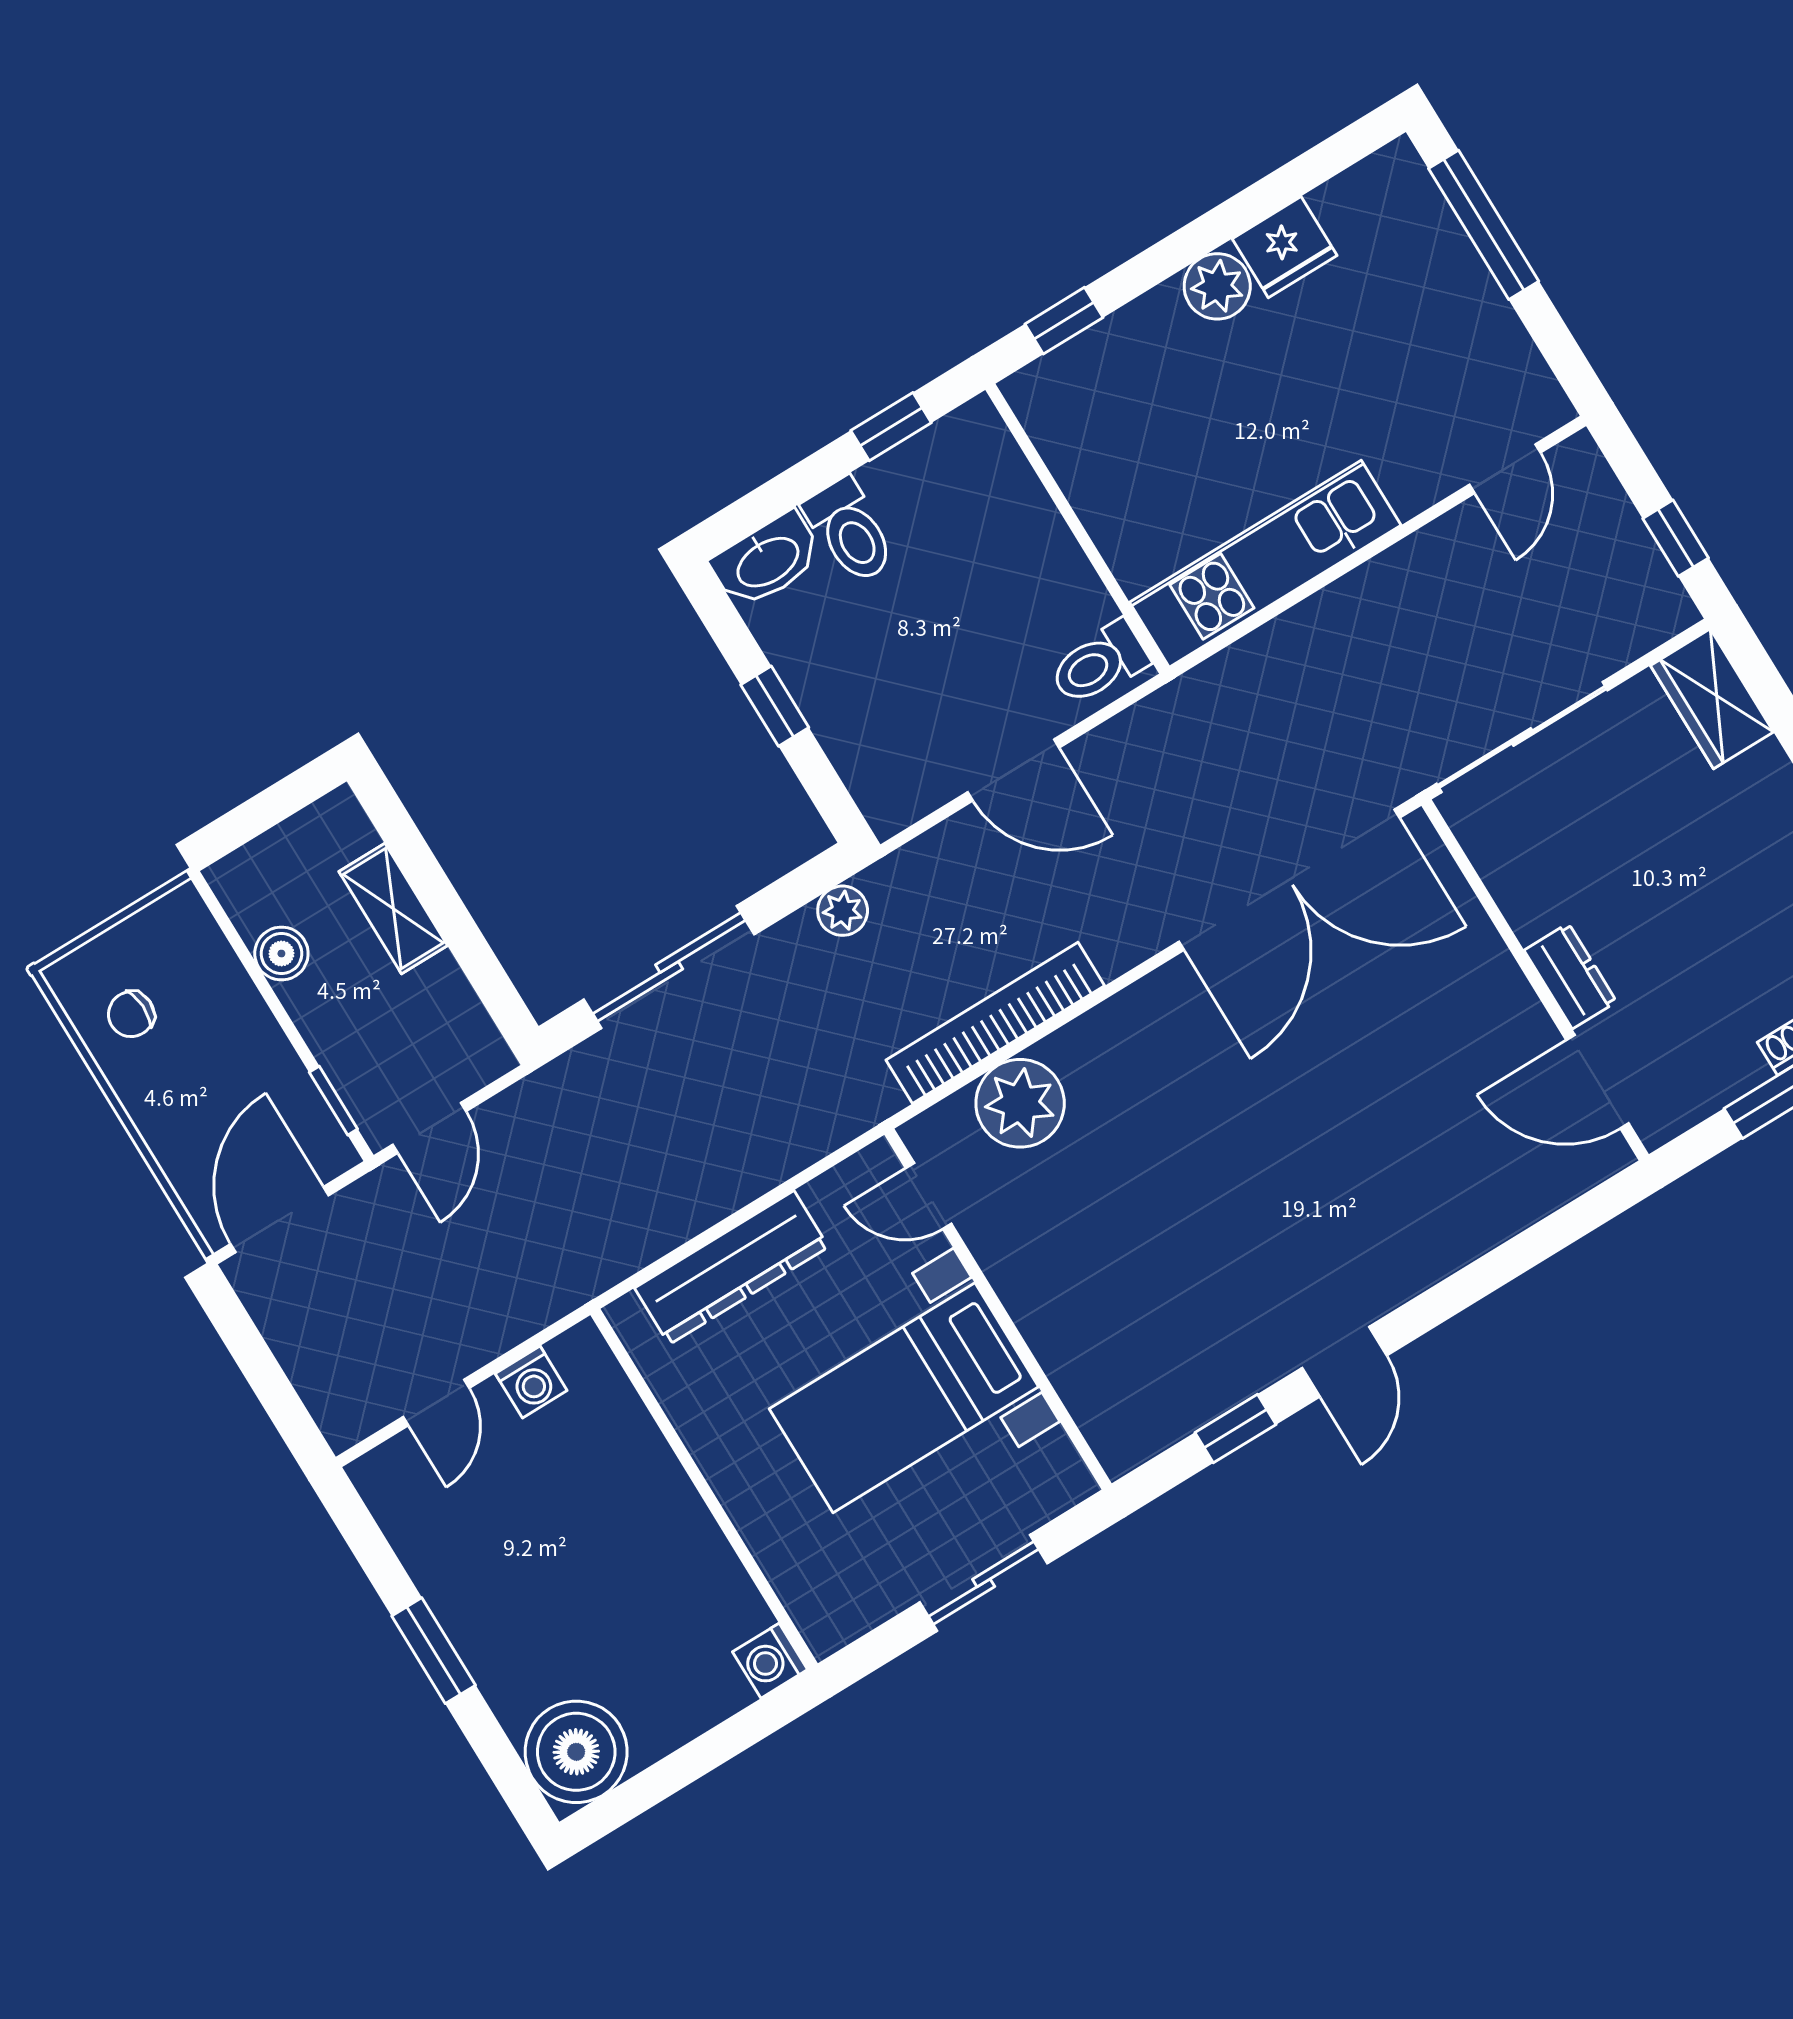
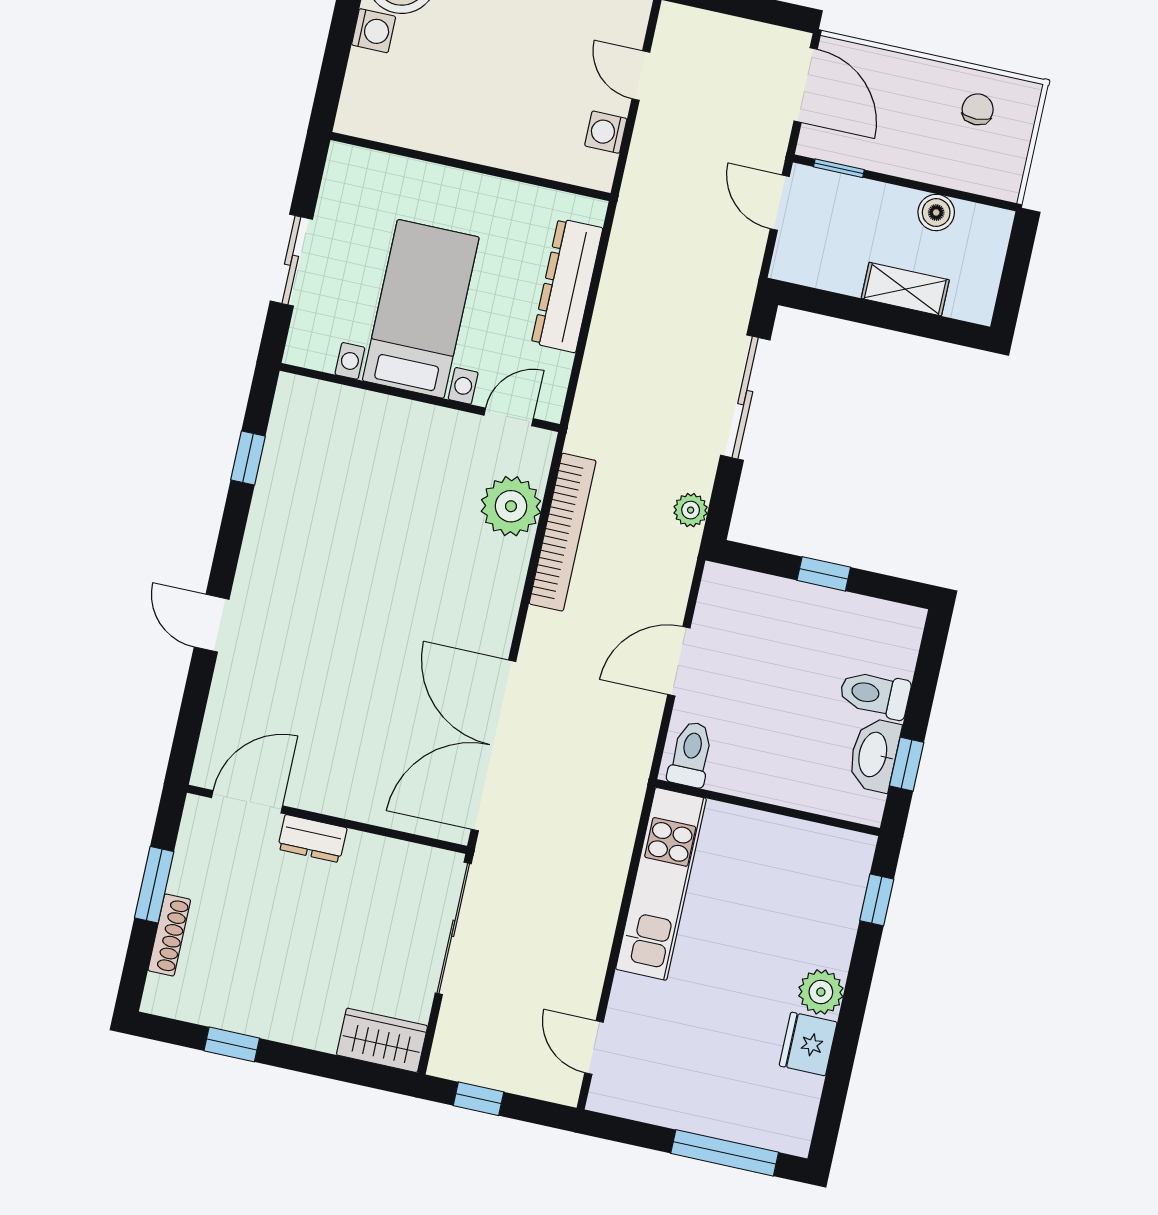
washbasin: (767, 561) -> (874, 755), moved
door: (1344, 1362) -> (212, 623), moved
washing machine: (770, 1661) -> (374, 31), moved, turned 90

